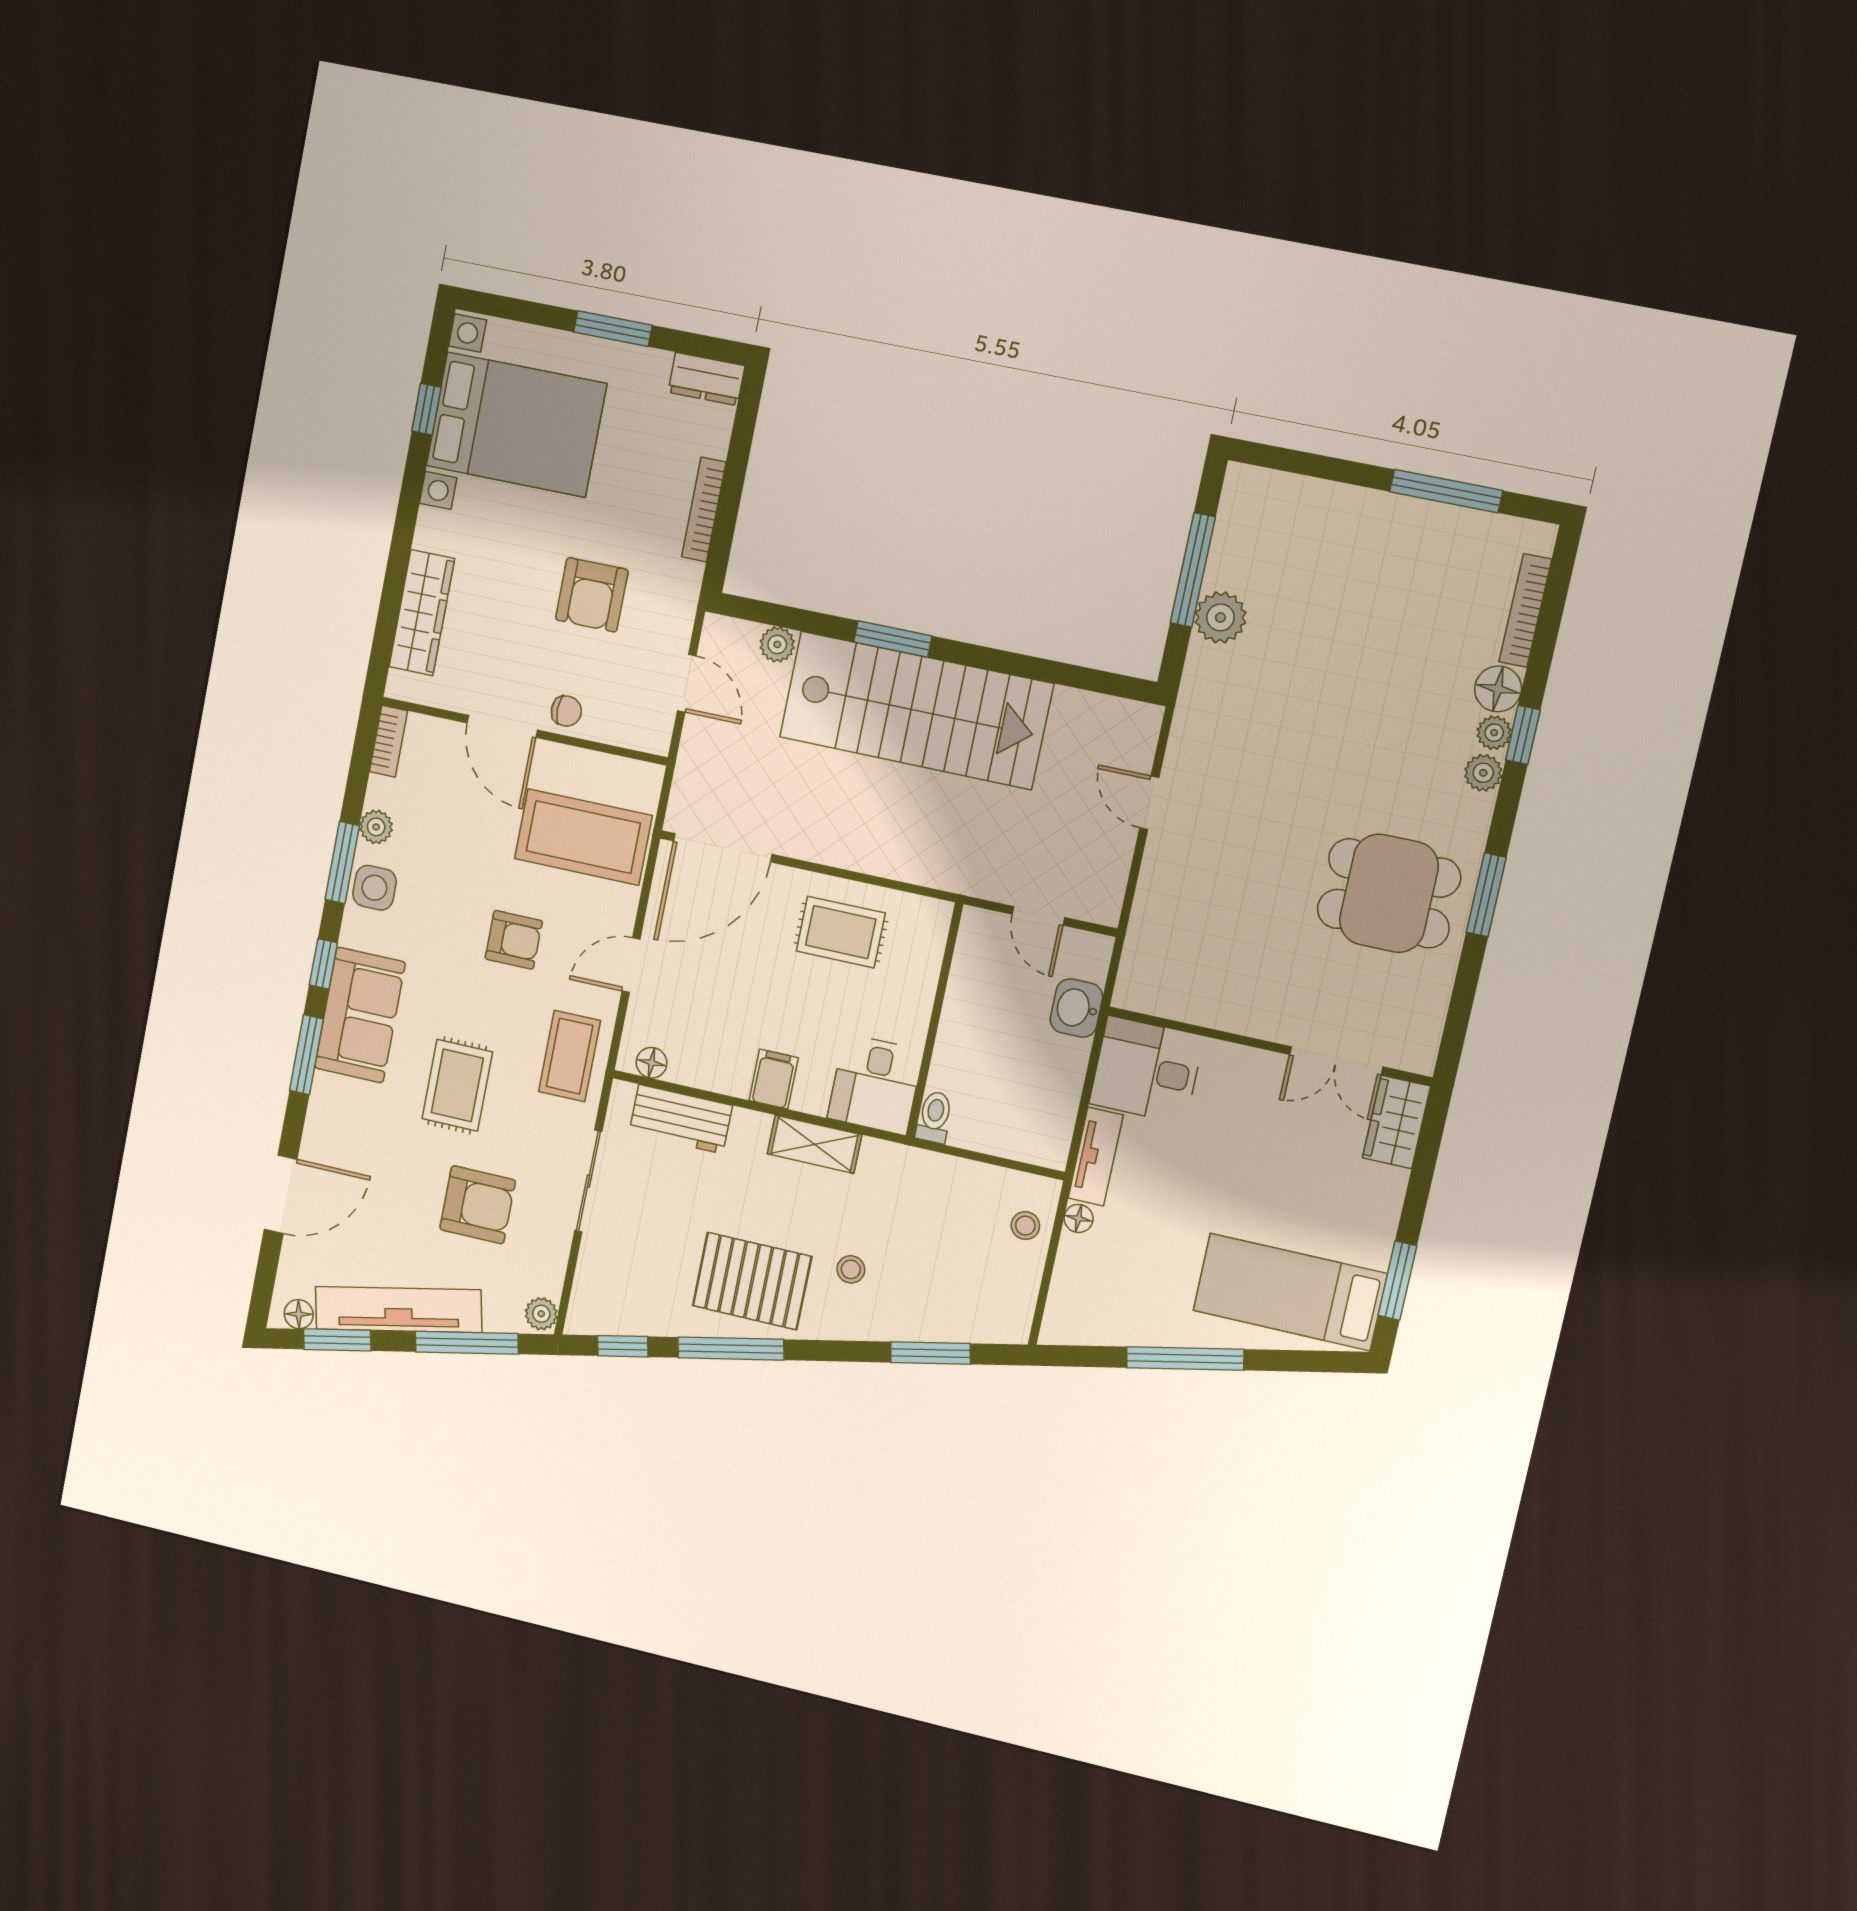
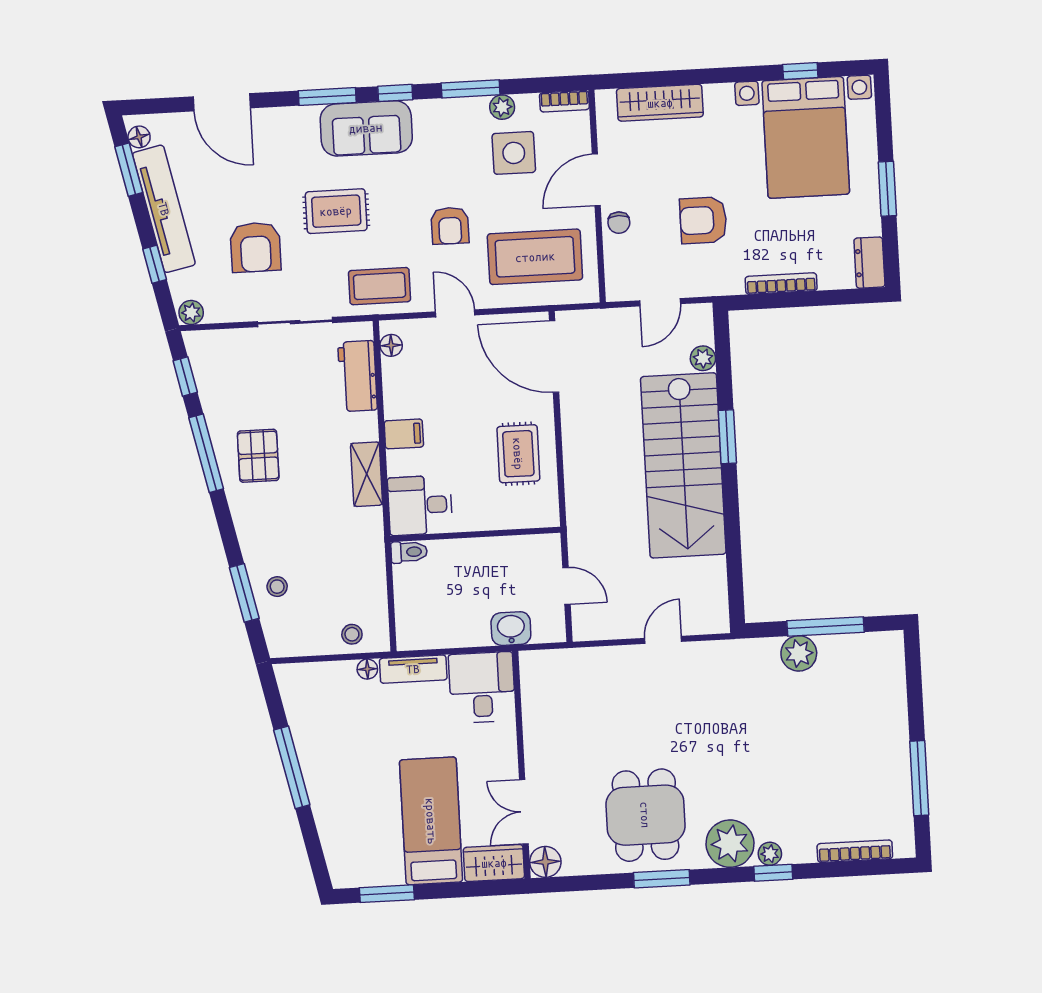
floor lamp: (1498, 689) -> (545, 862), moved
plant: (1483, 773) -> (730, 844), width x1.88, depth x1.88
coffee table: (583, 837) -> (535, 257), turned 90
side table: (374, 888) -> (514, 153), moved, width x1.37, depth x1.37
door: (1038, 916) -> (566, 586), swing flipped
stool: (851, 1269) -> (277, 587), moved
pallet: (752, 1281) -> (258, 456), width x0.67, depth x0.71
bed: (1290, 1292) -> (431, 821), moved
window: (467, 1343) -> (155, 264), width x0.46

